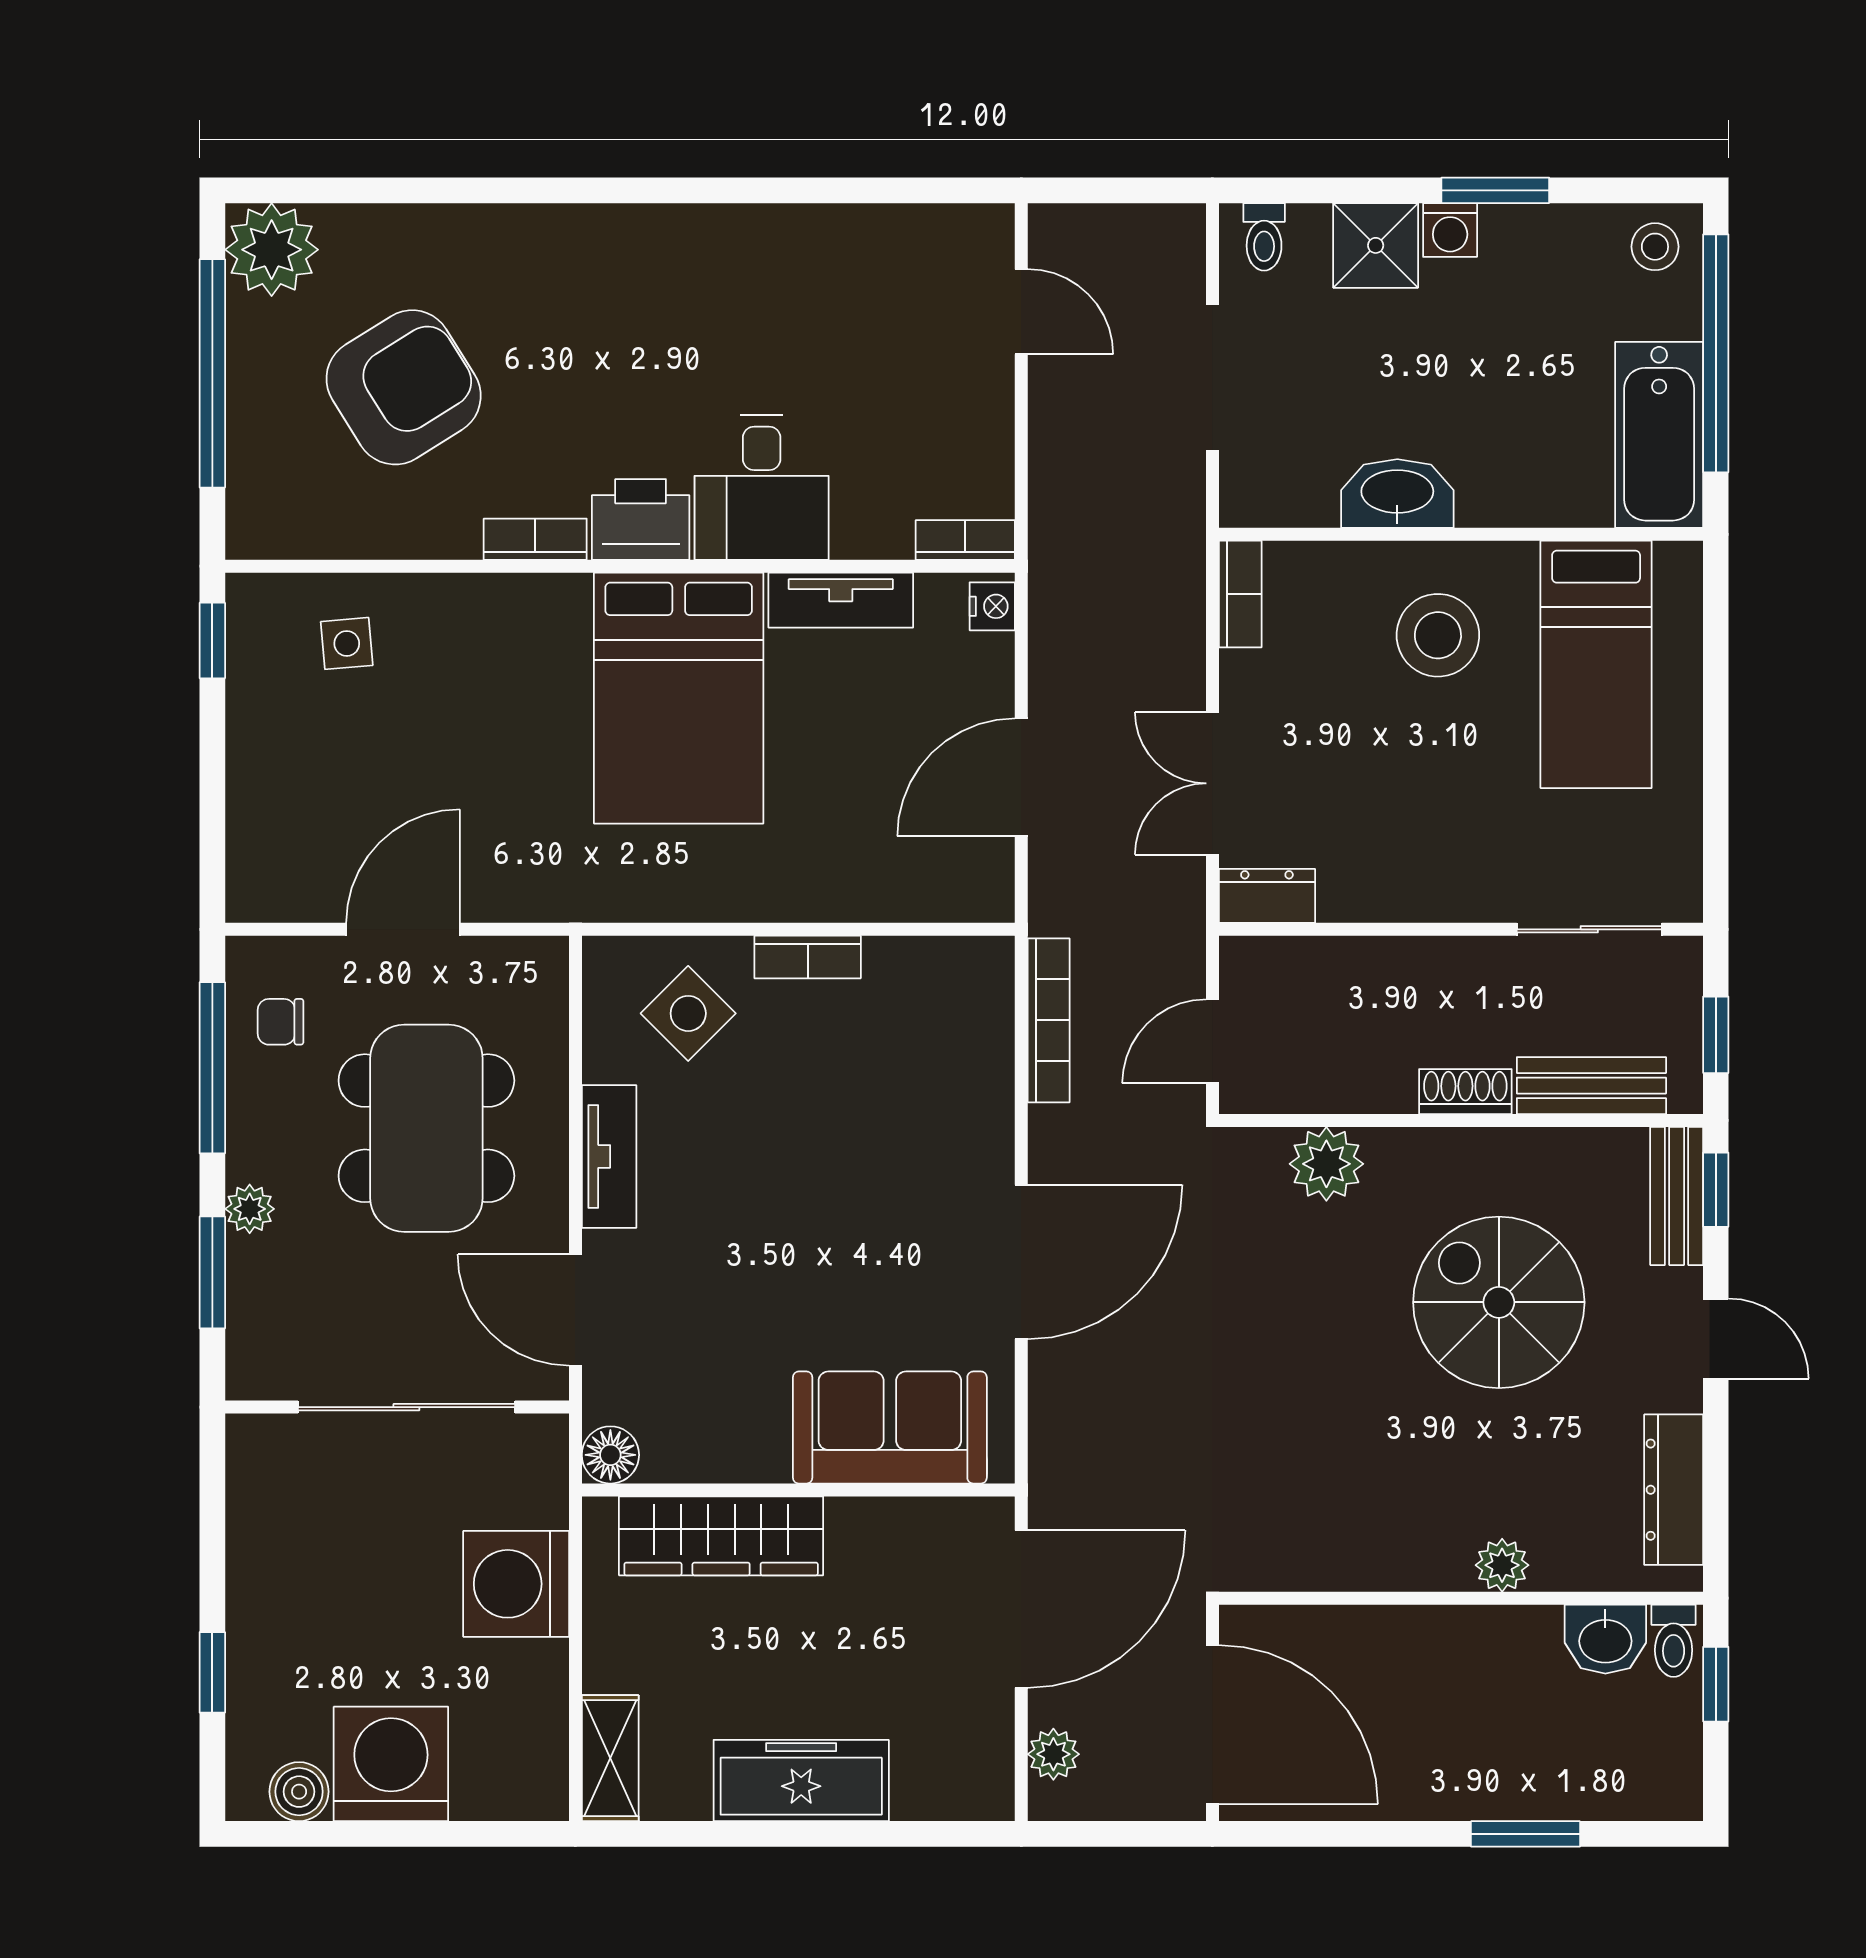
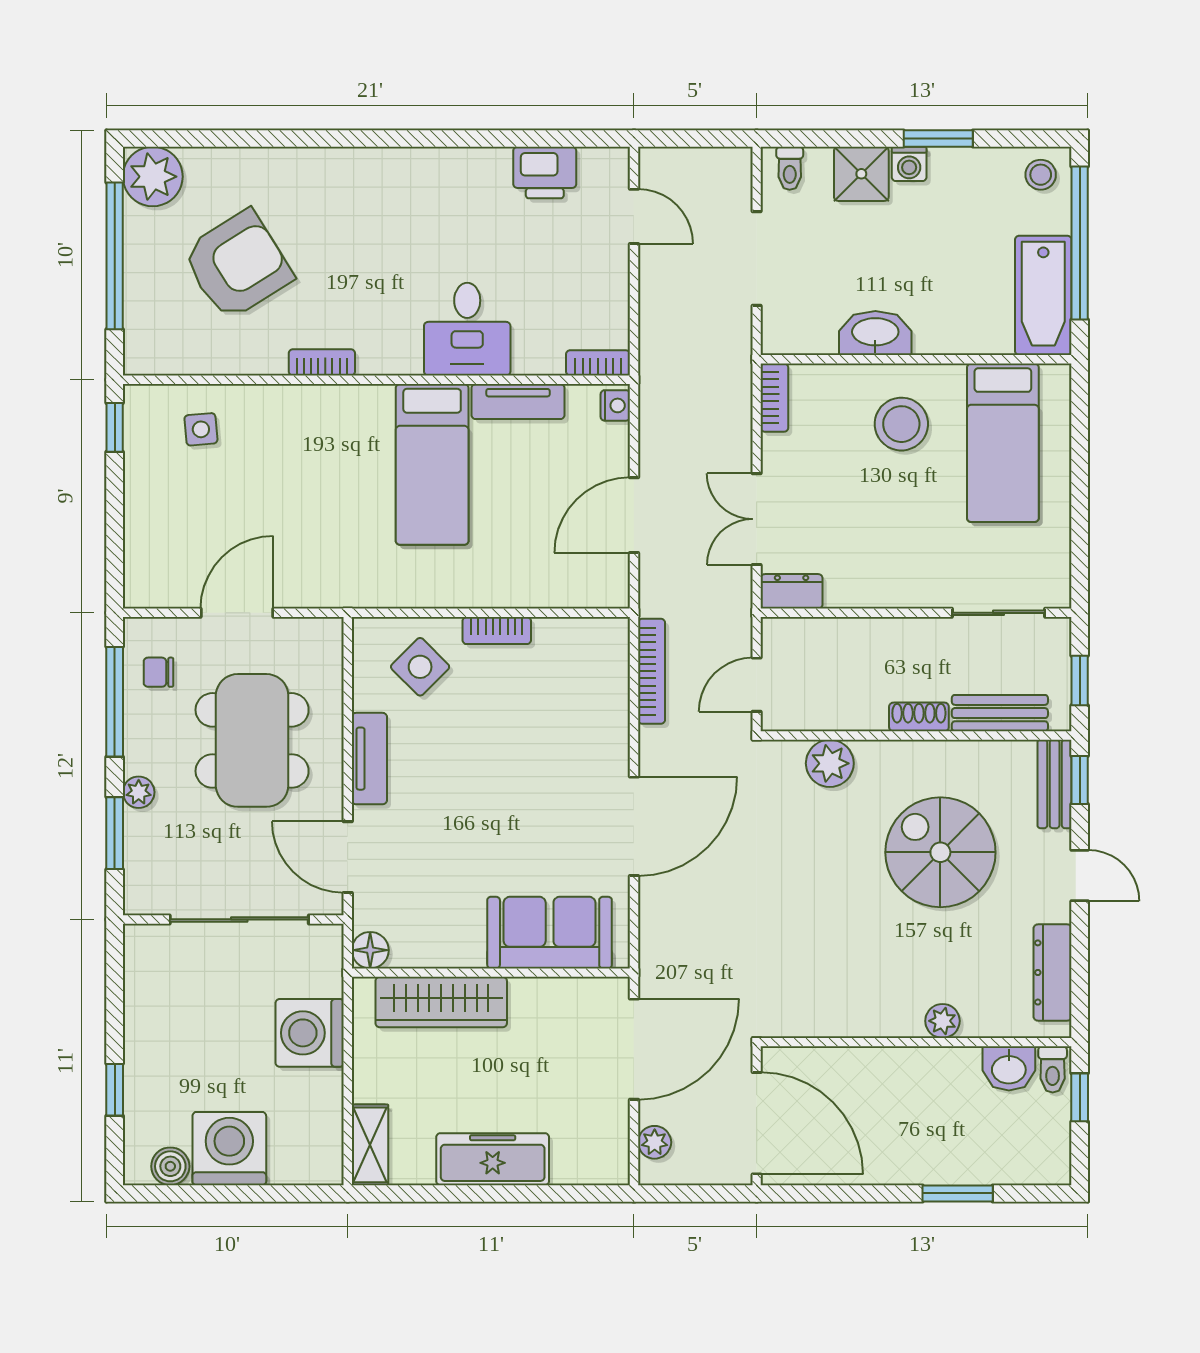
printer: (641, 519) -> (545, 173), moved, turned 180
bed: (679, 698) -> (432, 464), width x0.67

